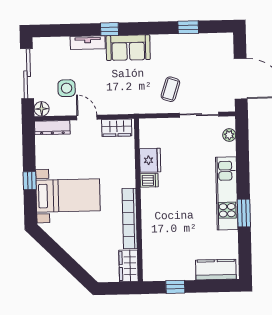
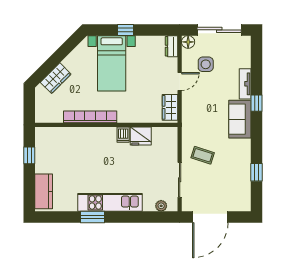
dresser: (52, 128) -> (171, 46), width x0.70
wardrobe: (128, 266) -> (56, 78), moved, turned 135

